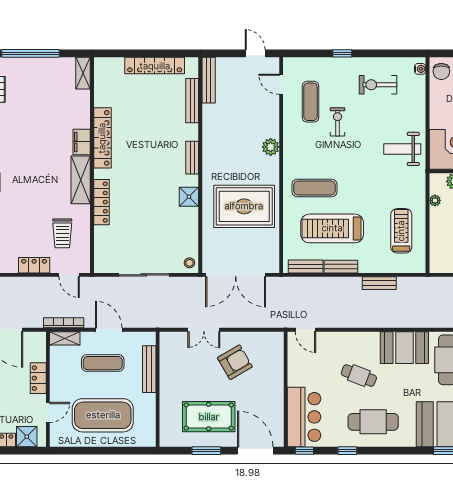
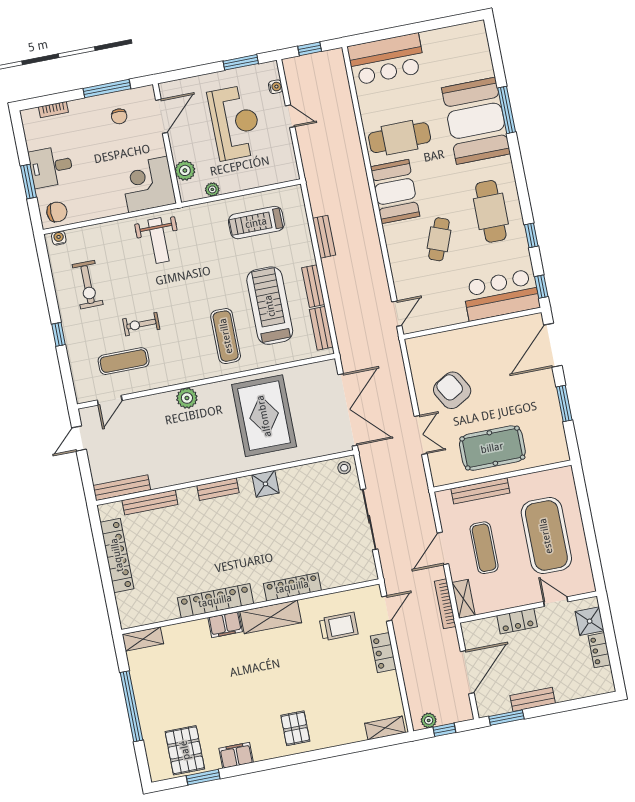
treadmill: (332, 228) -> (270, 306), turned 180
pool table: (209, 417) -> (492, 448), moved, turned 90

